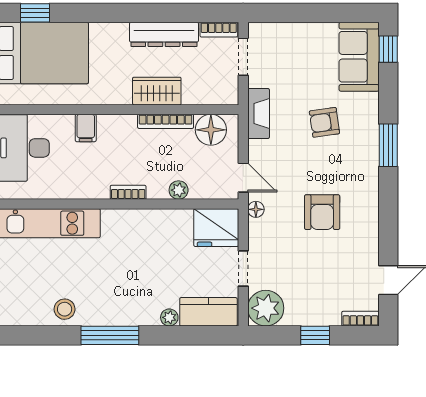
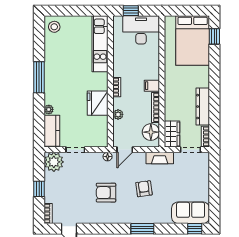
wardrobe: (157, 91) -> (172, 134), moved
armchair: (324, 122) -> (144, 189), moved
filing cabinet: (86, 128) -> (152, 86), moved
fridge: (216, 228) -> (98, 103), moved
stool: (65, 309) -> (54, 27), moved

